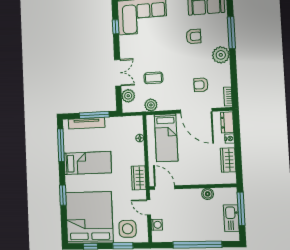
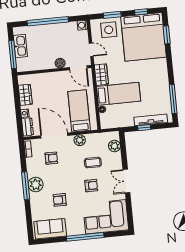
window: (116, 27) -> (129, 207), removed
window: (231, 33) -> (26, 186), moved
armchair: (157, 52) -> (91, 186), added
double door: (118, 73) -> (126, 181), moved
plant: (151, 105) -> (80, 140), moved
window: (94, 115) -> (144, 128), width x0.46
bed: (88, 163) -> (118, 94), moved, turned 180
boiler: (208, 194) -> (60, 63), moved
window: (63, 195) -> (167, 35), moved
washing machine: (157, 225) -> (82, 25), moved

